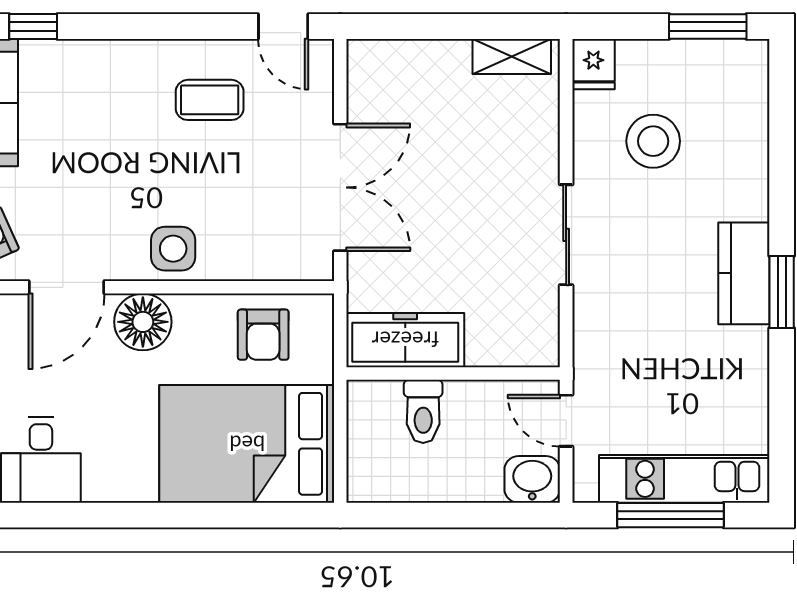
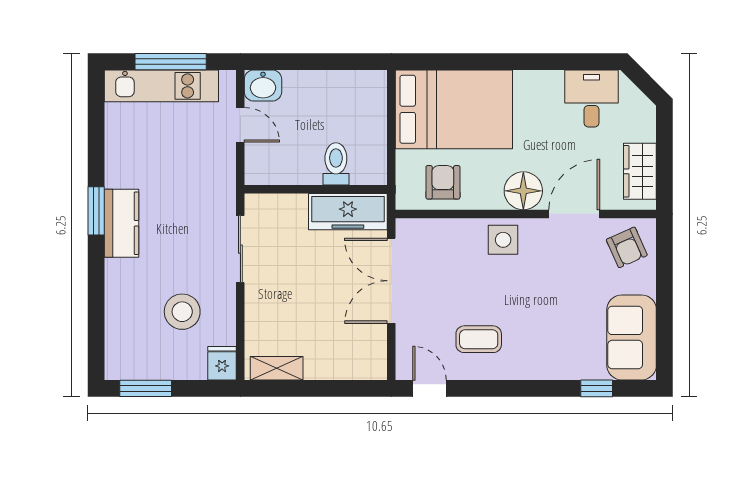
freezer: (405, 340) -> (348, 212), moved
wall: (453, 373) -> (316, 189), moved
toilet: (423, 411) -> (336, 164), moved

